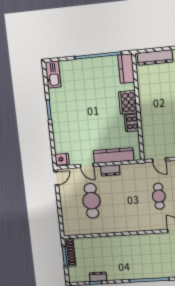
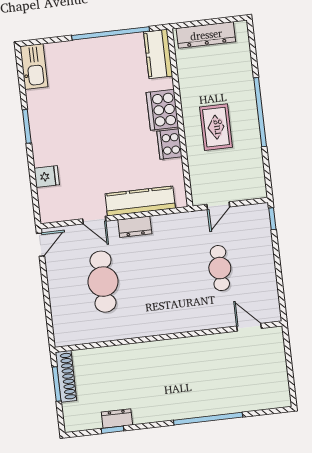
rug: (159, 114) -> (216, 127), added
fridge: (62, 159) -> (47, 176), moved
door: (159, 160) -> (218, 206), hinge flipped

